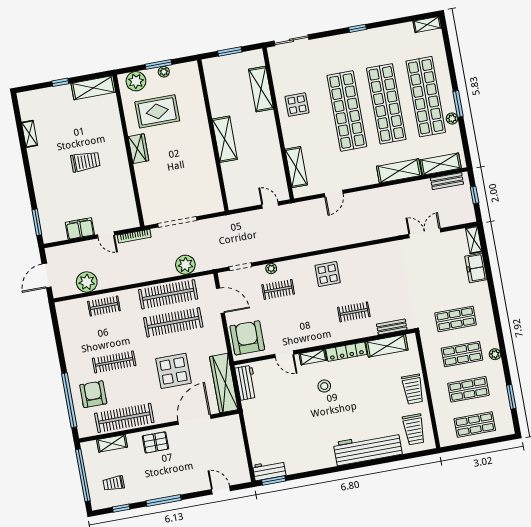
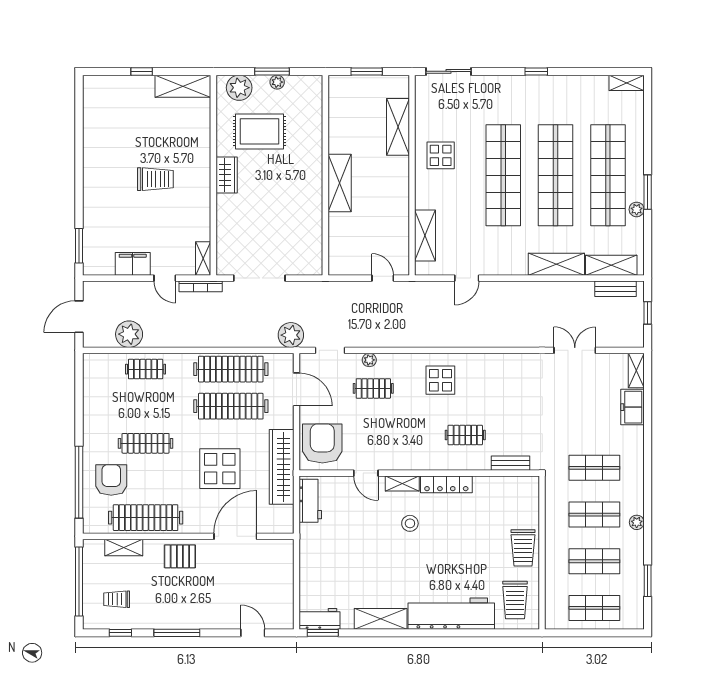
shelving: (30, 134) -> (203, 259), moved
plant: (185, 265) -> (291, 335), moved
shelving: (387, 346) -> (381, 619), moved
wardrobe: (224, 383) -> (282, 467), moved

